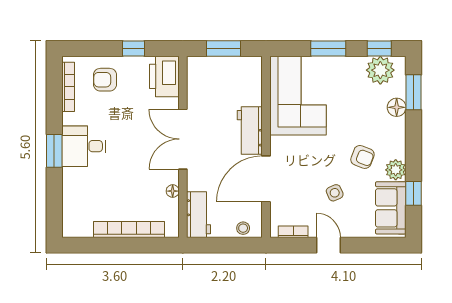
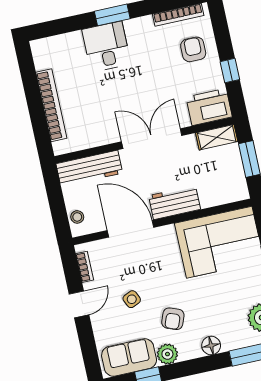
shelving: (195, 76) -> (217, 137), added
floor lamp: (397, 107) -> (211, 345), moved
desk: (84, 146) -> (106, 47), moved
floor lamp: (173, 191) -> (98, 140), removed
workbench: (198, 215) -> (89, 168), width x1.38

